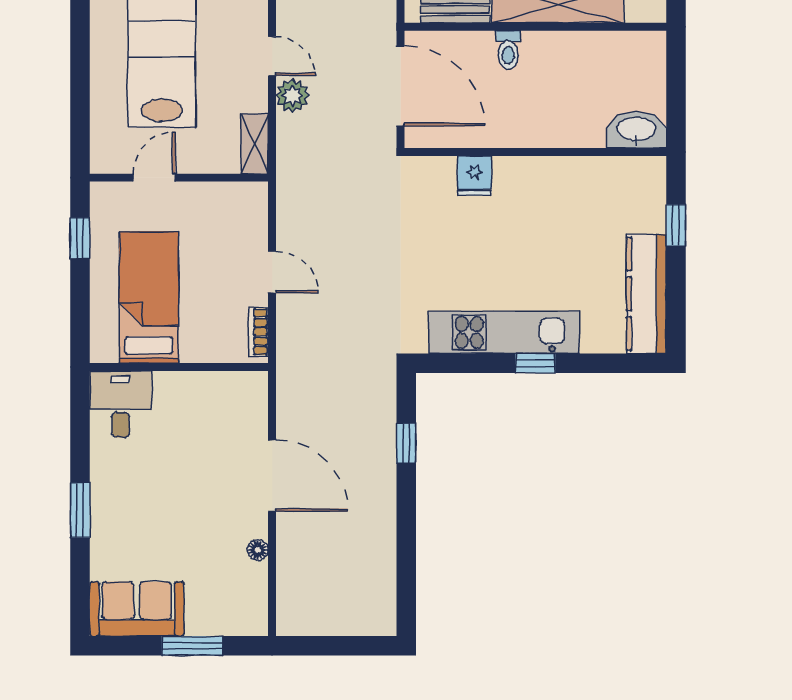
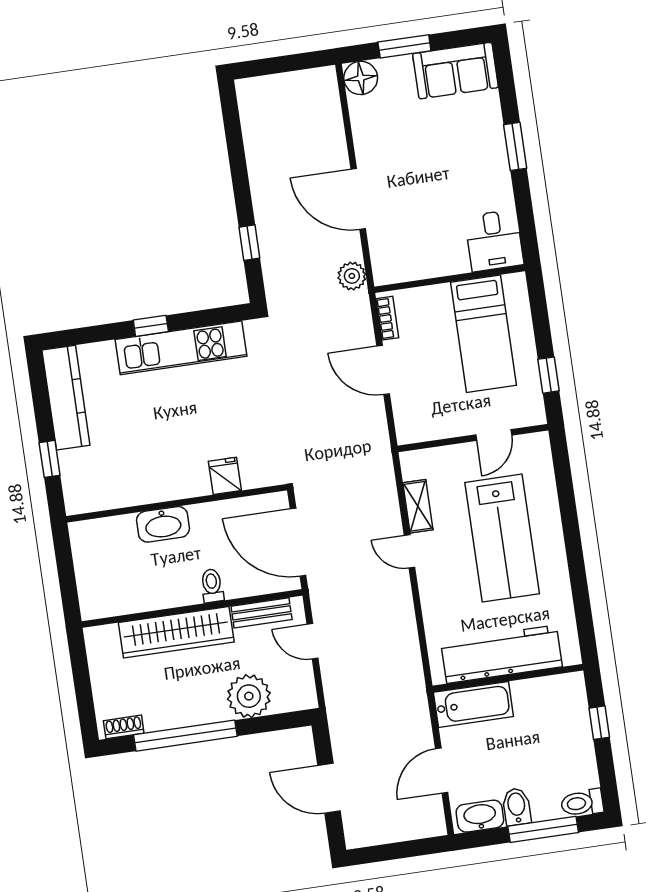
plant: (292, 96) -> (352, 276), moved
washbasin: (636, 130) -> (163, 524), moved
shelving: (255, 144) -> (418, 506), moved
door: (272, 272) -> (383, 370), width x1.38
floor lamp: (258, 550) -> (361, 78), moved, width x1.89, depth x1.89

